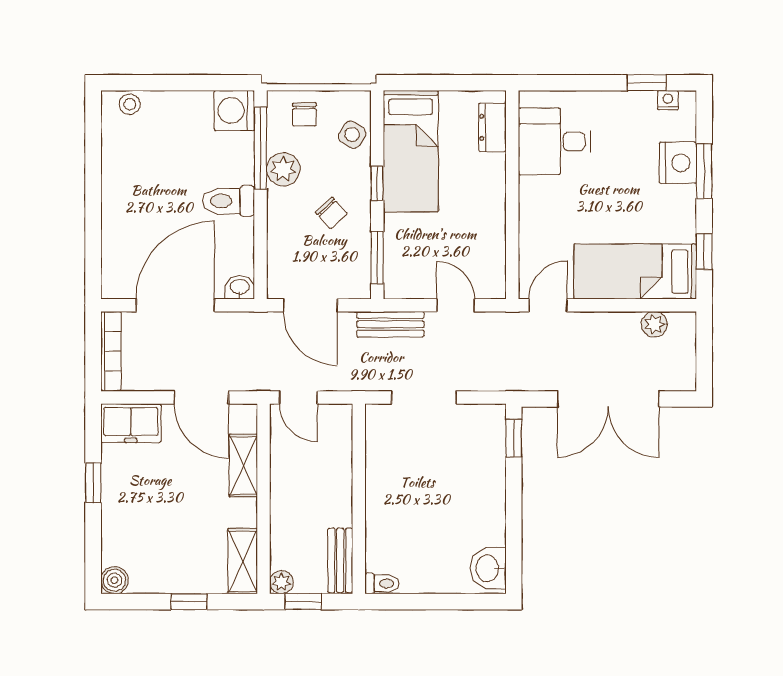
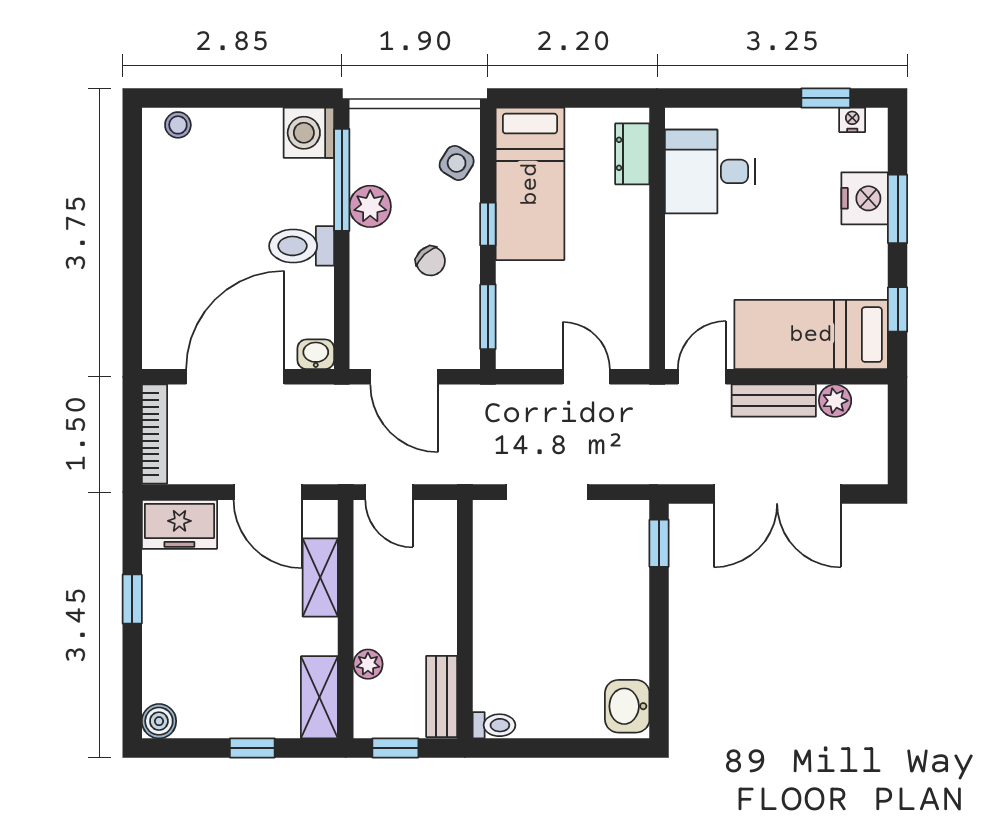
chair: (304, 115) -> (397, 138), removed
bench: (390, 324) -> (774, 401), moved
plant: (281, 582) -> (368, 664), moved

